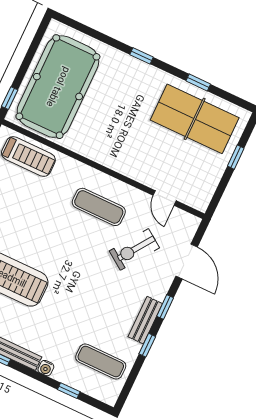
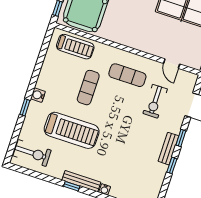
exercise bike: (134, 249) -> (155, 101), turned -35
exercise mat: (101, 361) -> (88, 88), moved, turned 90

